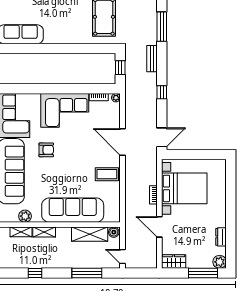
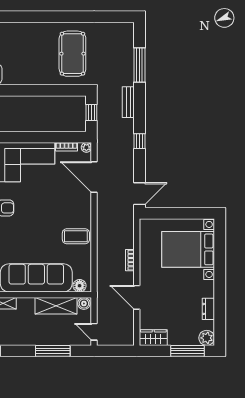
door: (123, 142) -> (94, 177), moved
bed with nightstands: (184, 188) -> (188, 249), moved, turned 180
floor lamp: (110, 217) -> (80, 286), added

